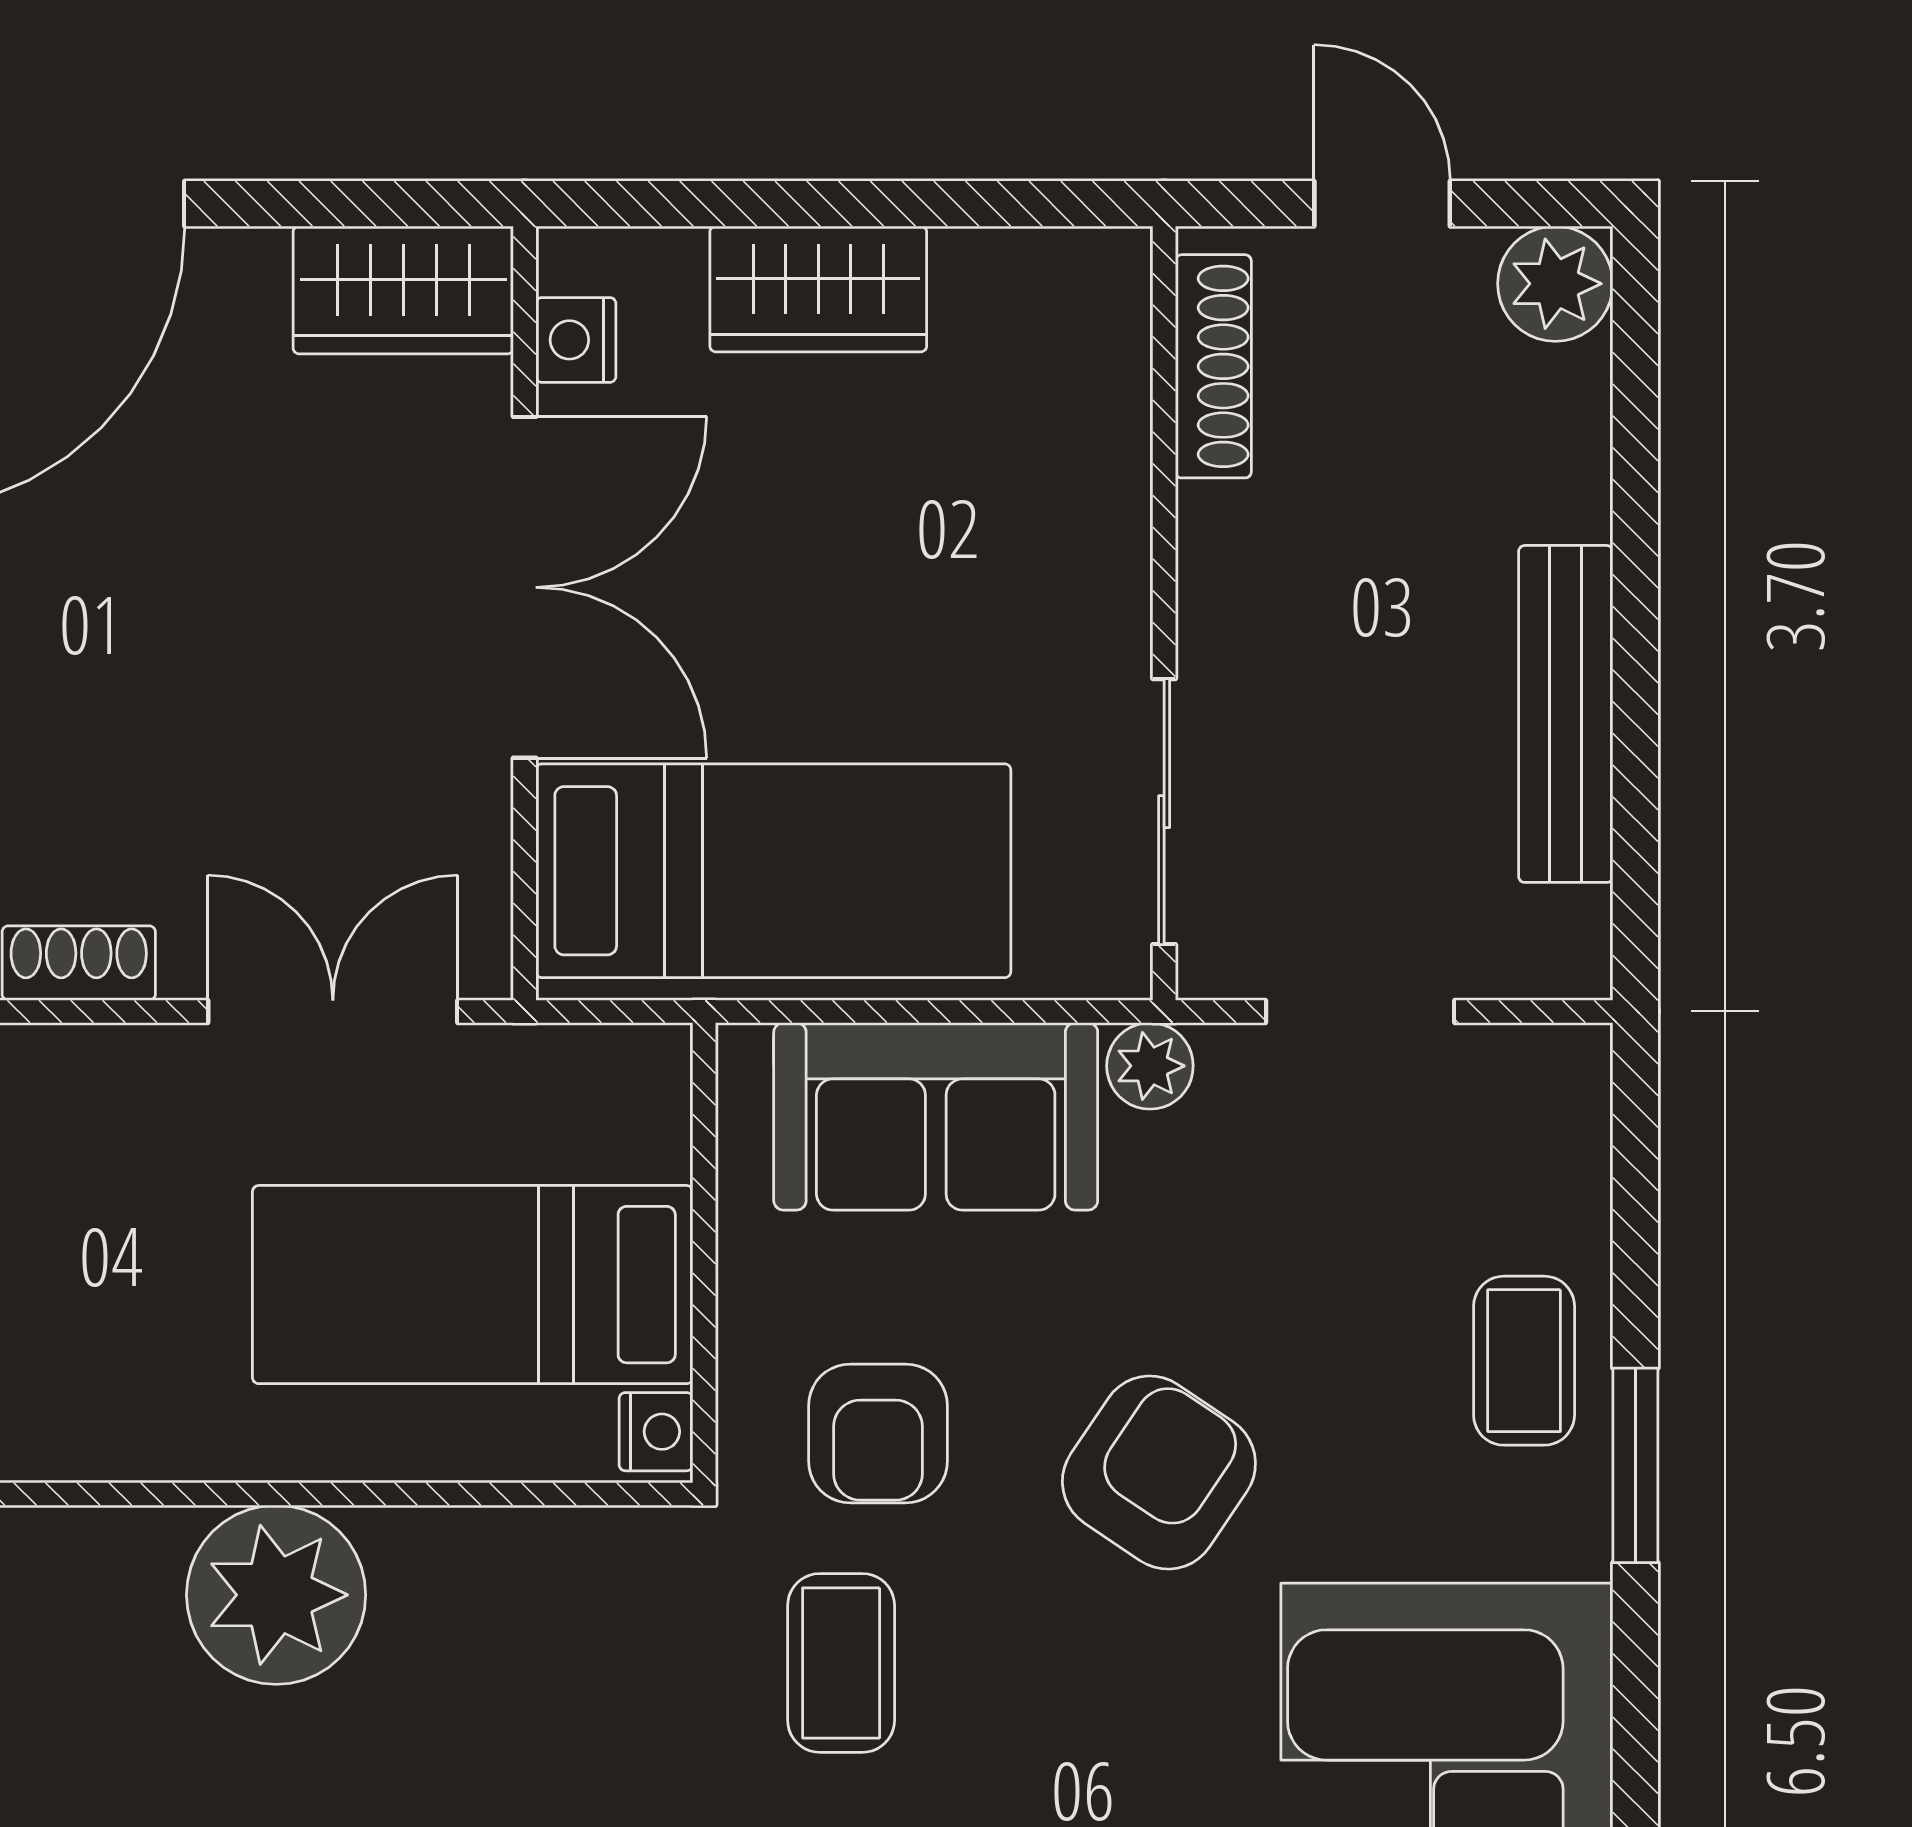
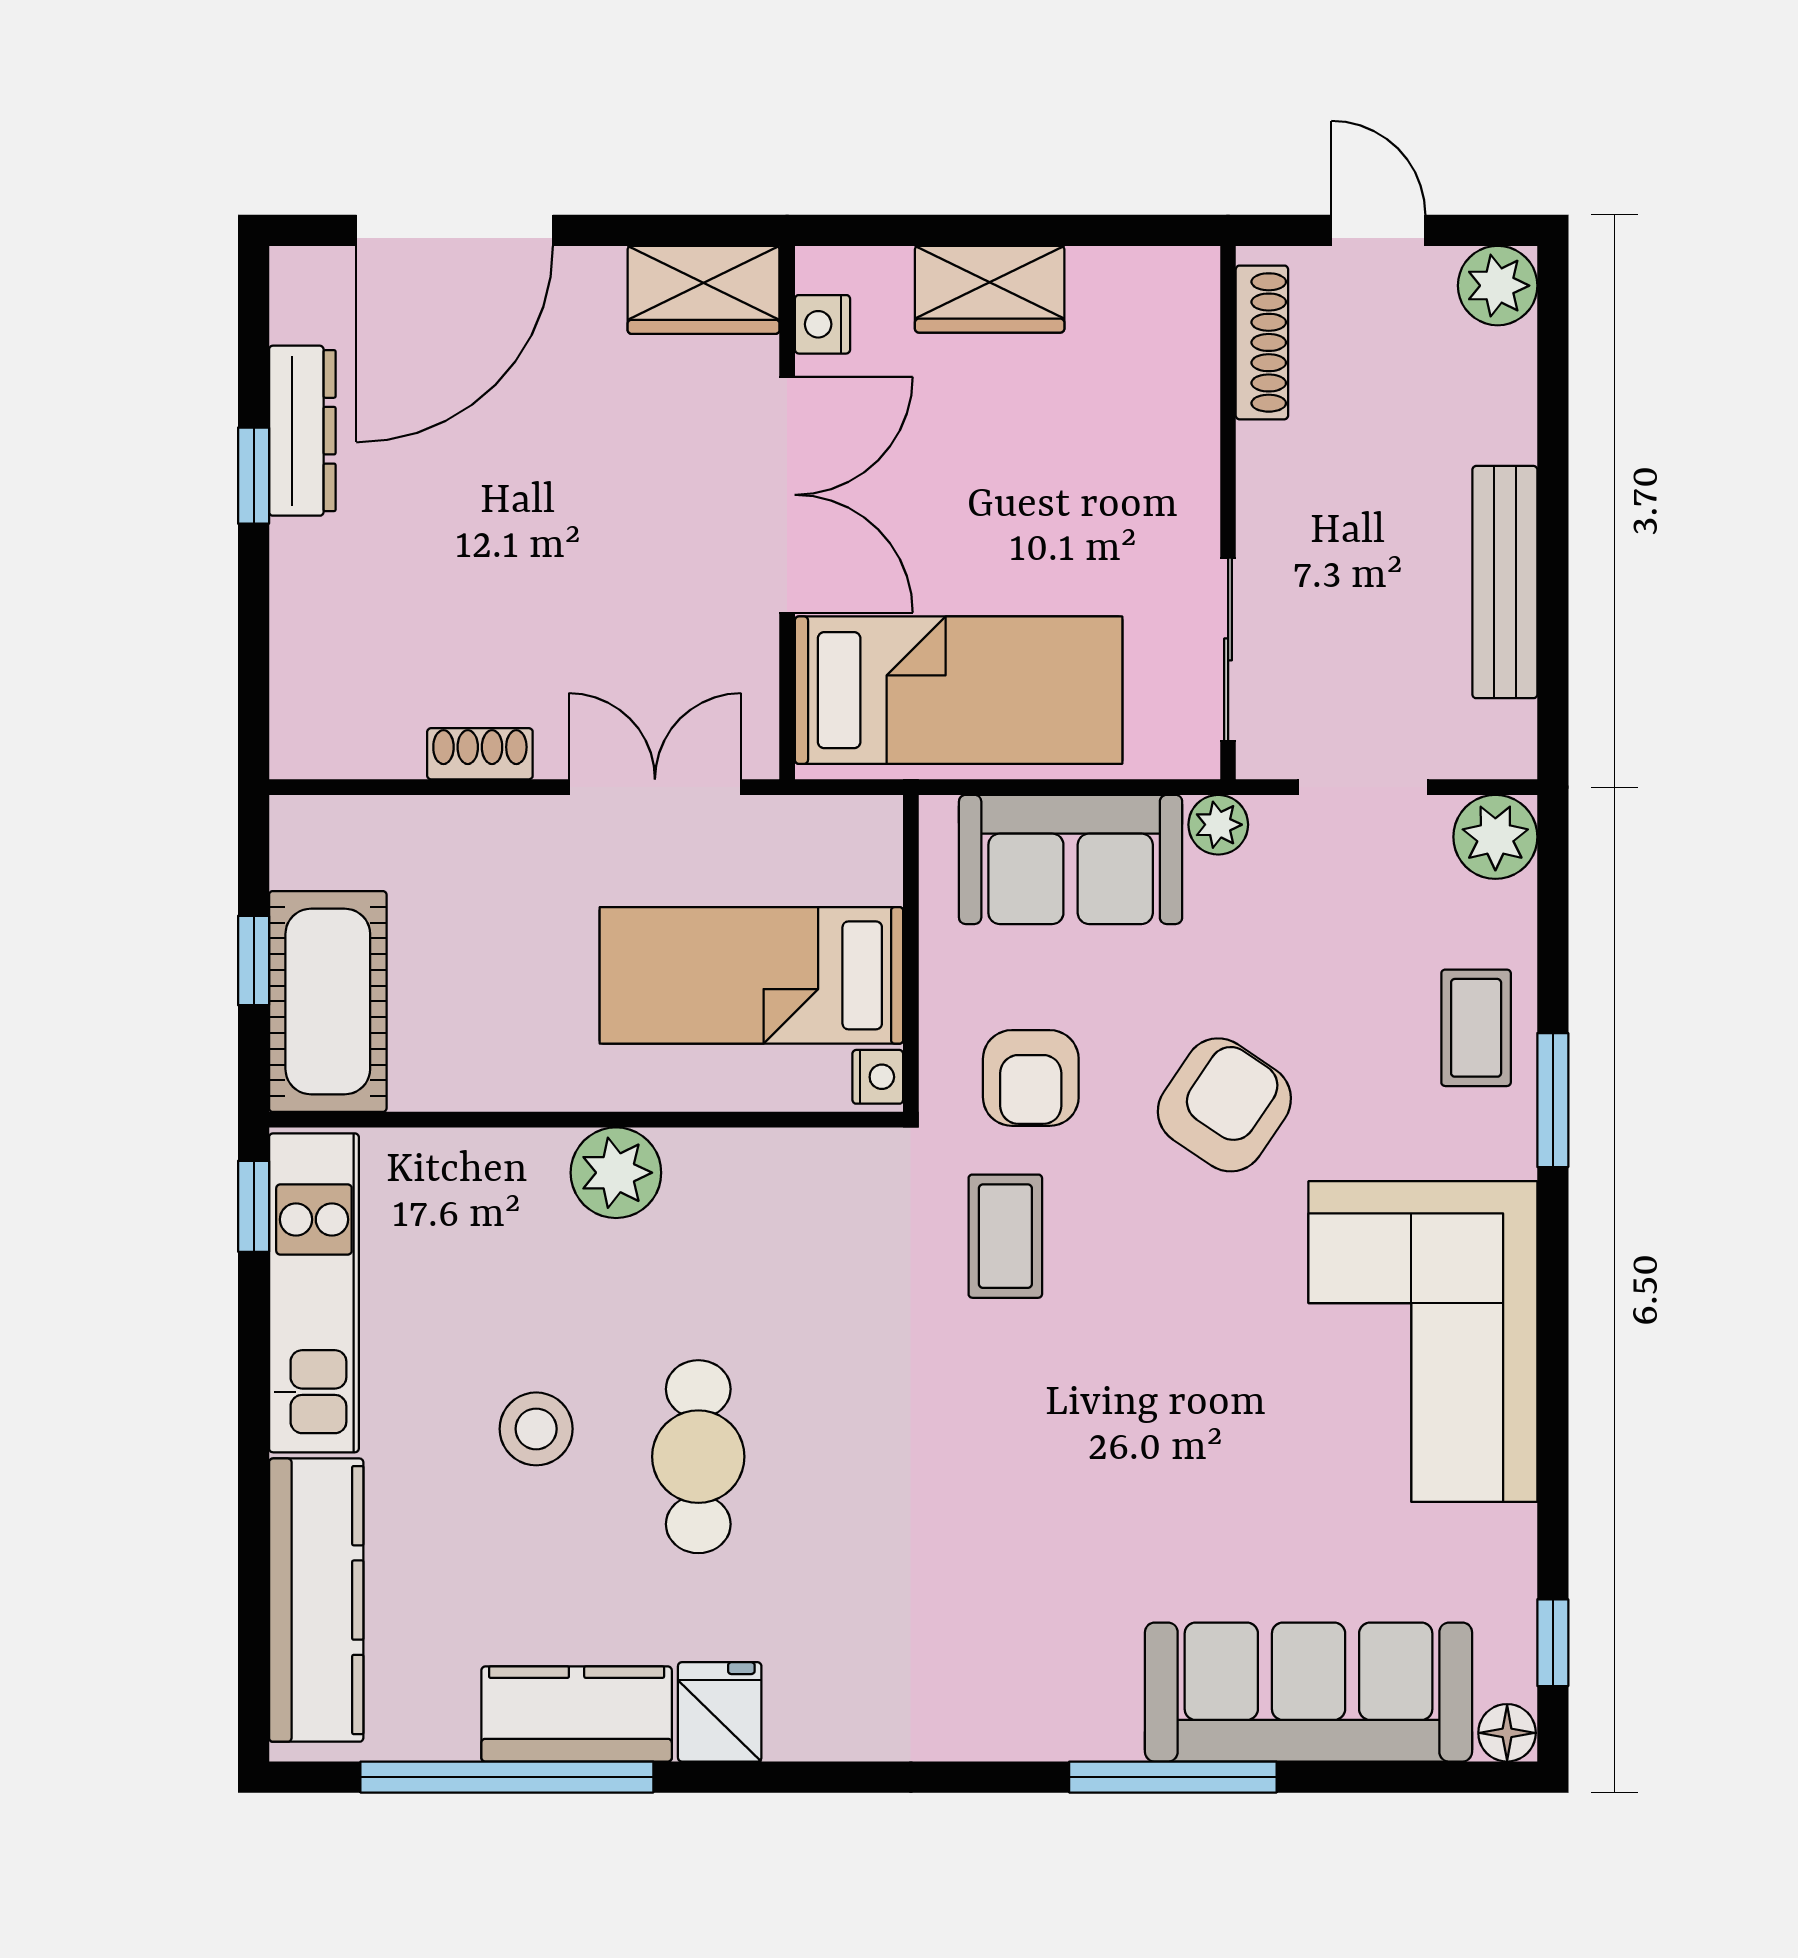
plant: (1552, 1084) -> (1495, 837), added
plant: (276, 1595) -> (616, 1173), width x0.73, depth x0.73

